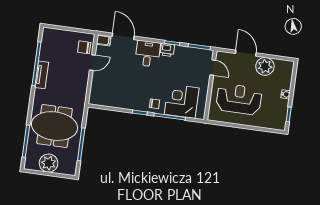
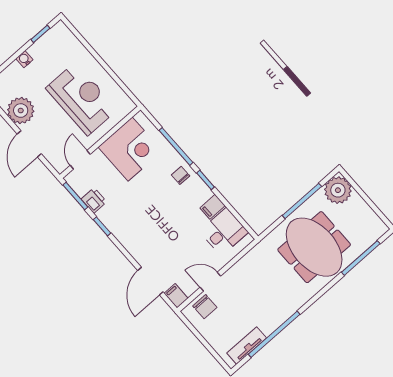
printer: (167, 50) -> (94, 200), moved
desk: (148, 54) -> (224, 232), moved, turned 180
tv unit: (42, 75) -> (247, 345), moved
reception desk: (239, 99) -> (82, 99), turned 180
corner desk: (182, 101) -> (130, 149), moved, turned -90
filing cabinet: (124, 102) -> (213, 207), added
plant: (49, 163) -> (338, 190), moved

